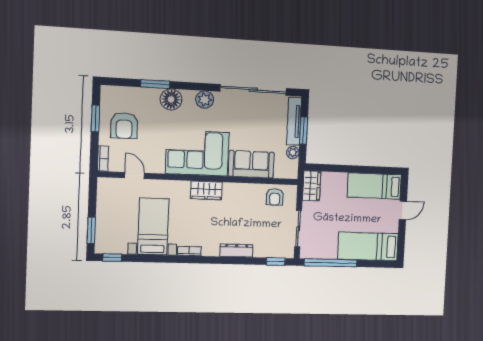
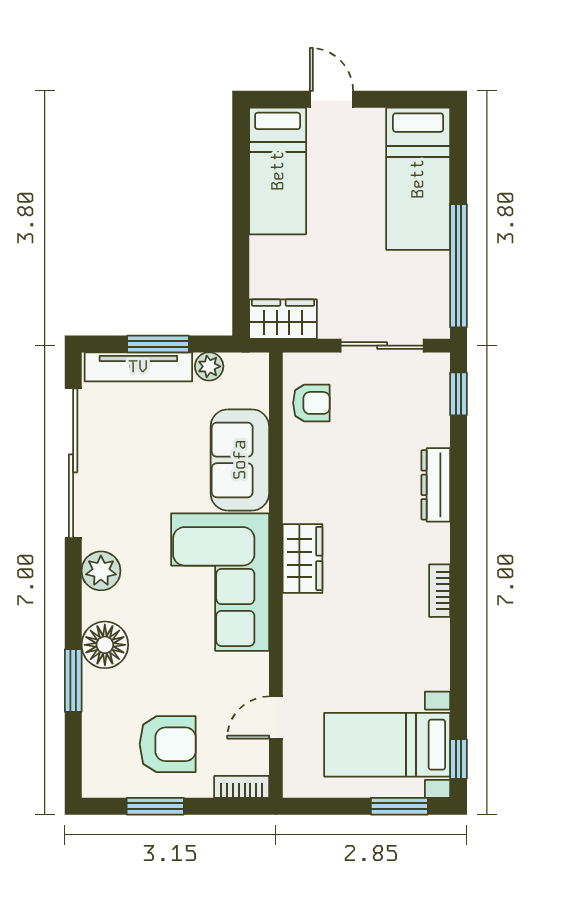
bed with nightstands: (153, 227) -> (387, 745), moved

